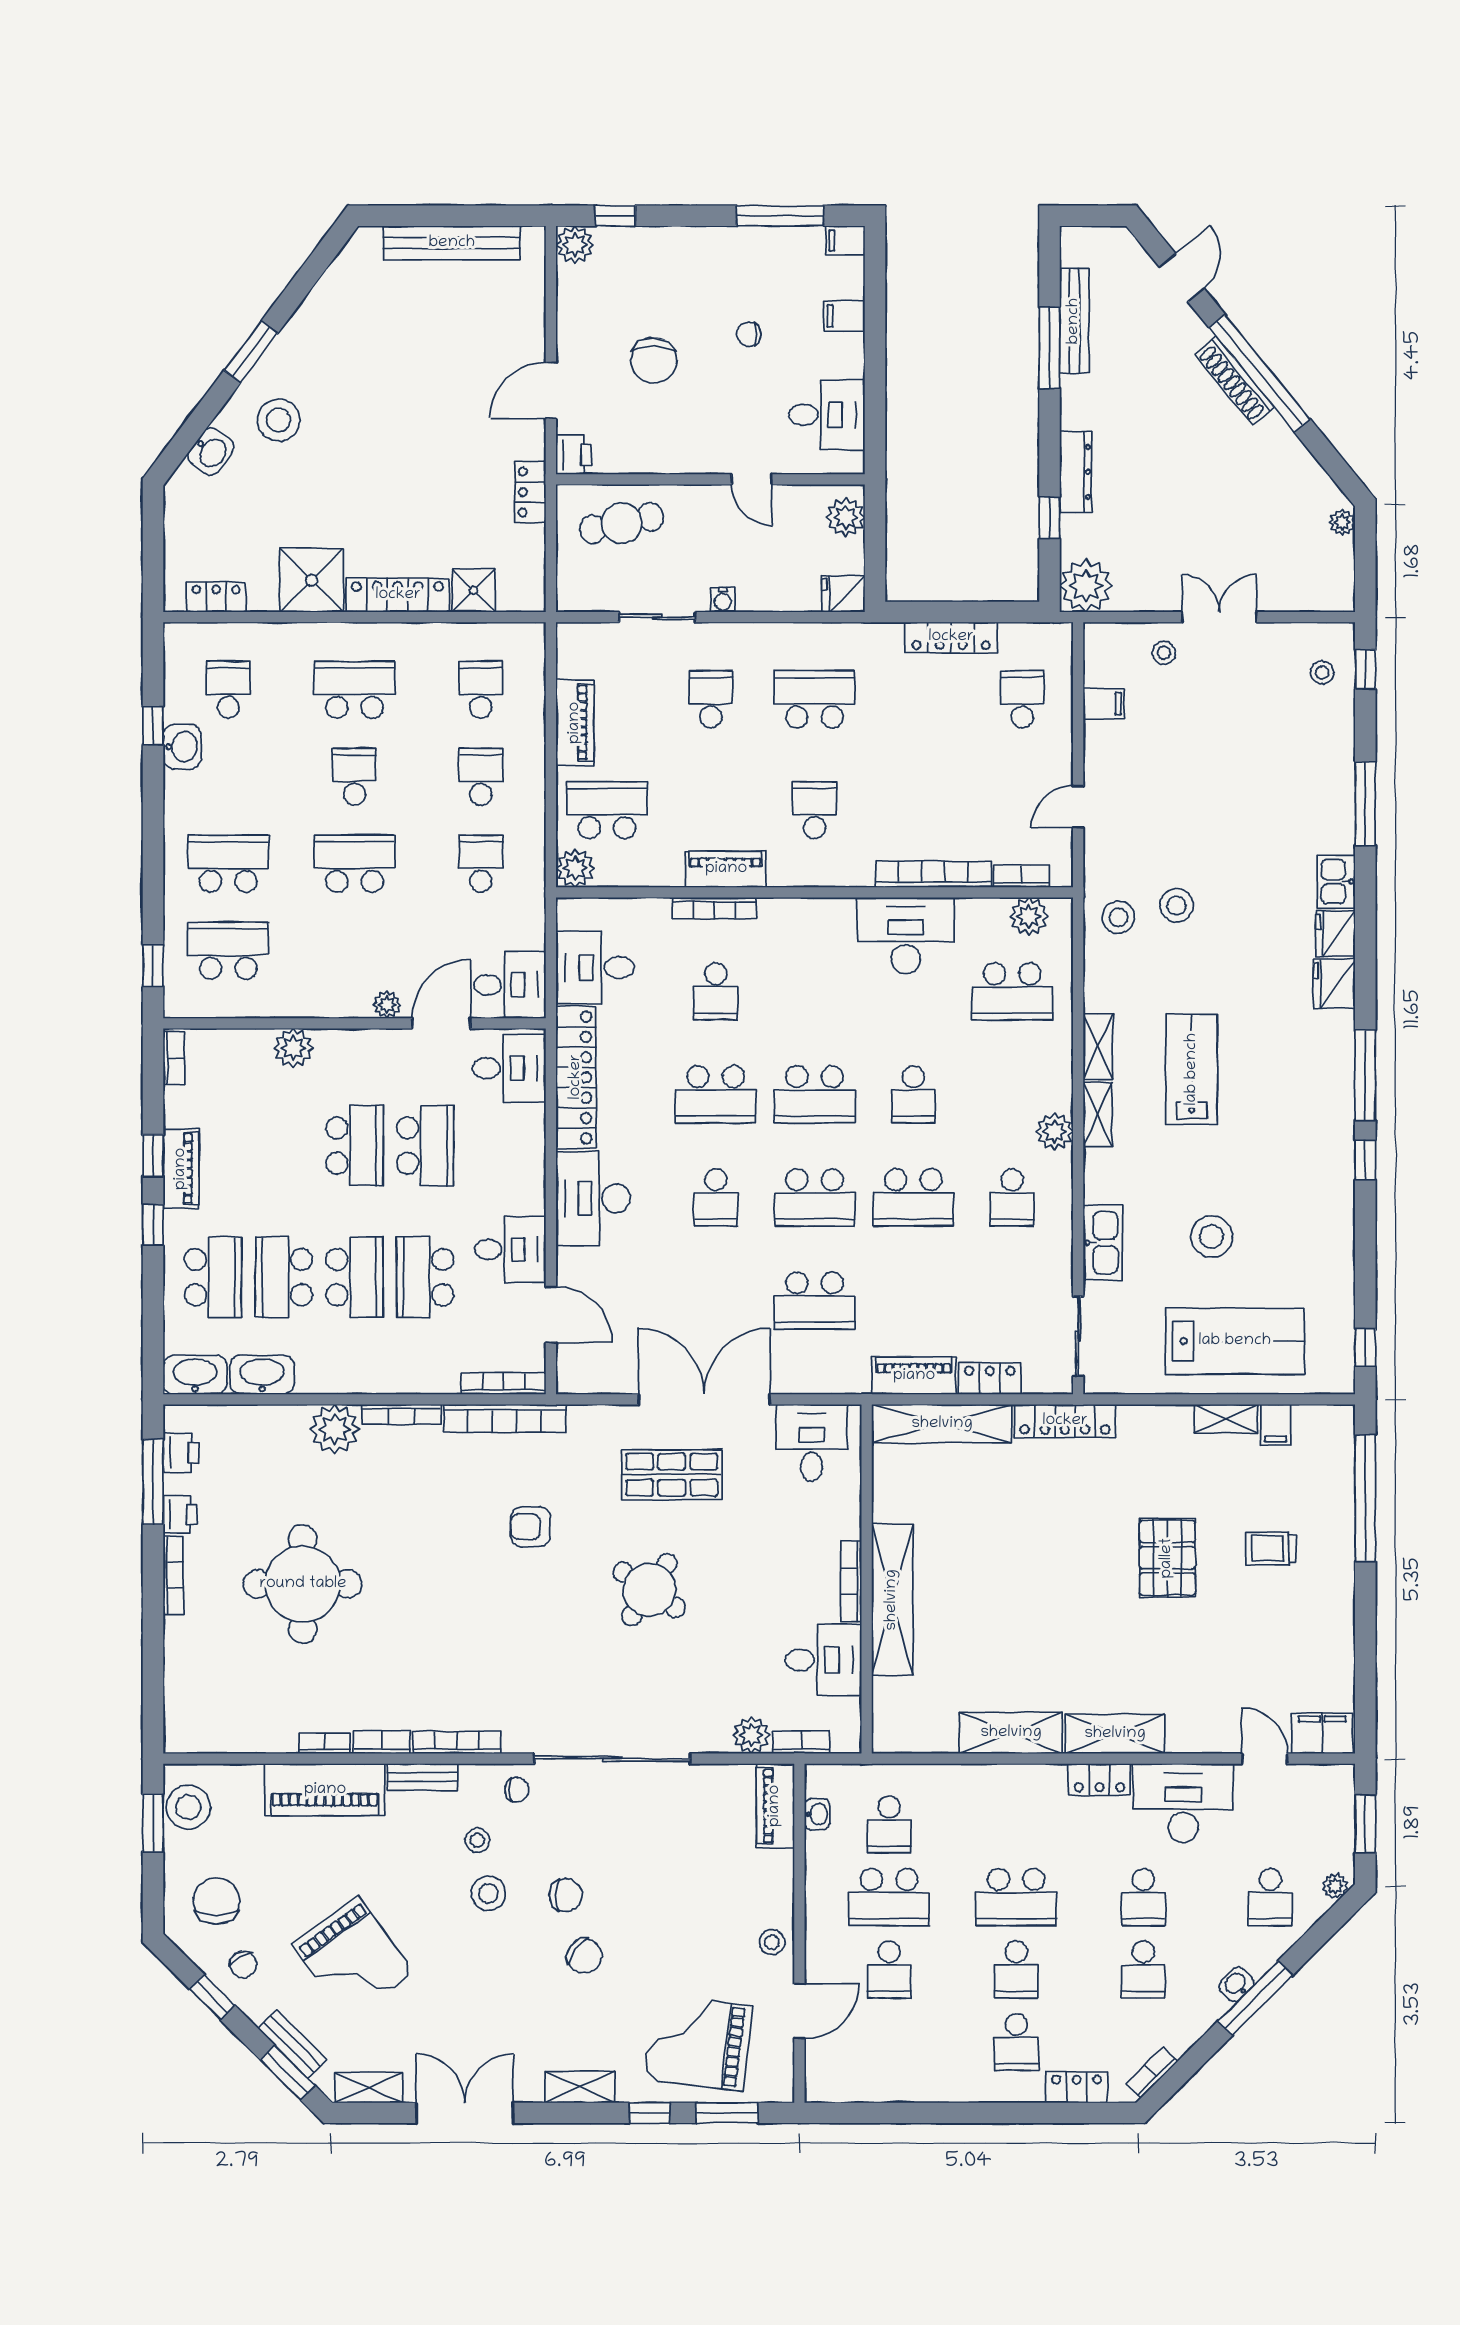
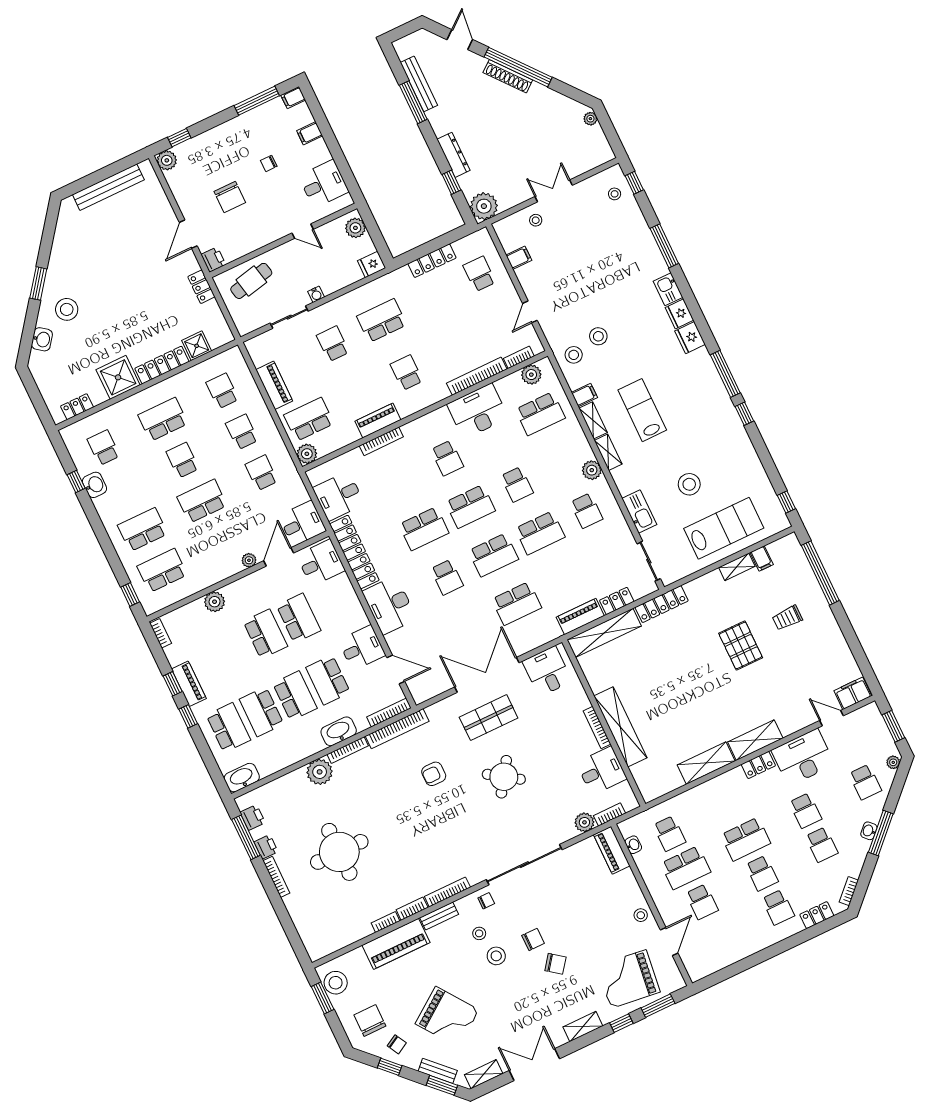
school desk: (716, 991) -> (447, 458), moved
filing cabinet: (1104, 995) -> (584, 395), added
washbasin: (262, 1375) -> (339, 731), moved

